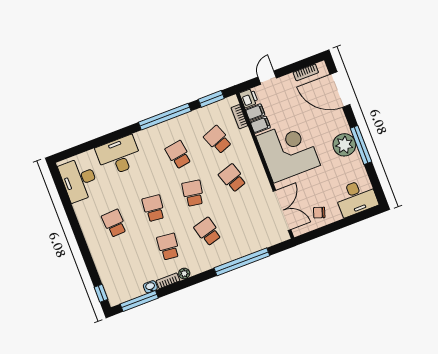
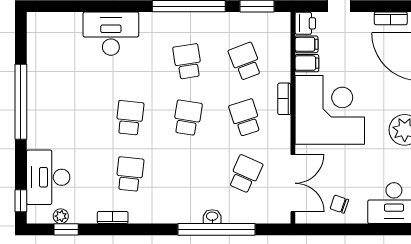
bookcase: (239, 117) -> (284, 99), moved
desk: (79, 180) -> (48, 177), moved
school desk: (114, 223) -> (72, 118), removed
window: (75, 226) -> (21, 102), added
school desk: (208, 232) -> (245, 174), moved, turned 39
plant: (184, 274) -> (61, 216), moved
washbasin: (150, 287) -> (212, 217), moved
window: (139, 301) -> (66, 229), width x0.46

